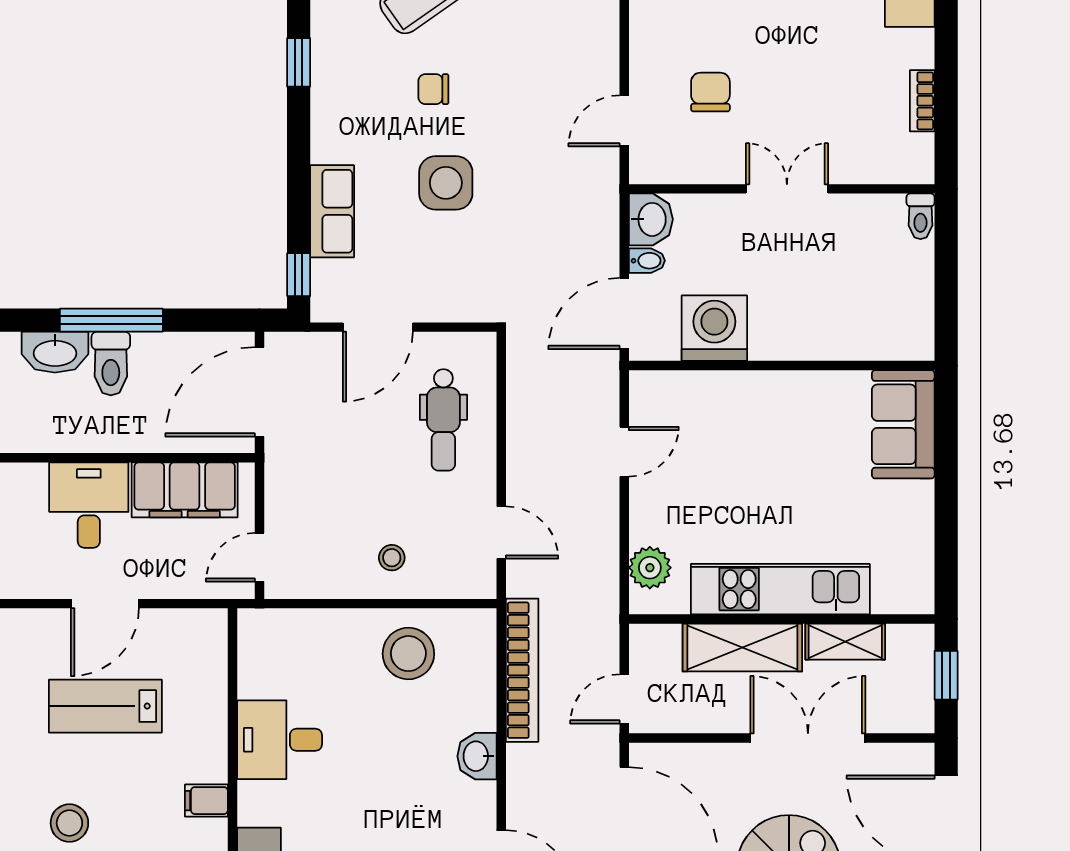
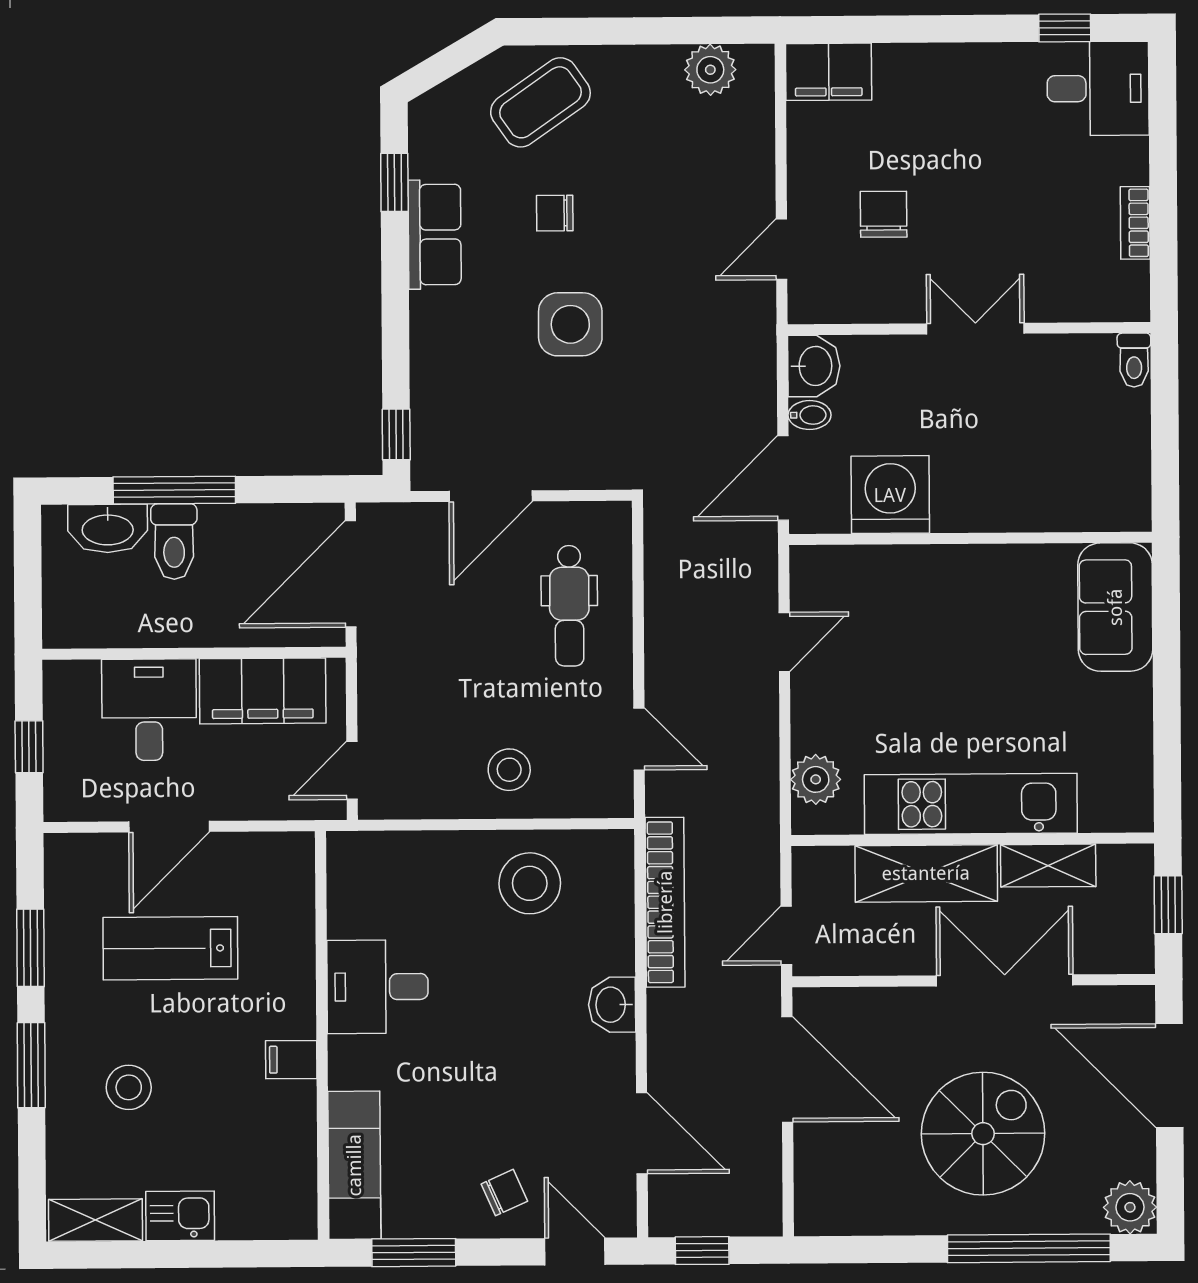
row of seats: (332, 211) -> (435, 235), moved
stool: (392, 558) -> (509, 770), width x1.37, depth x1.37

